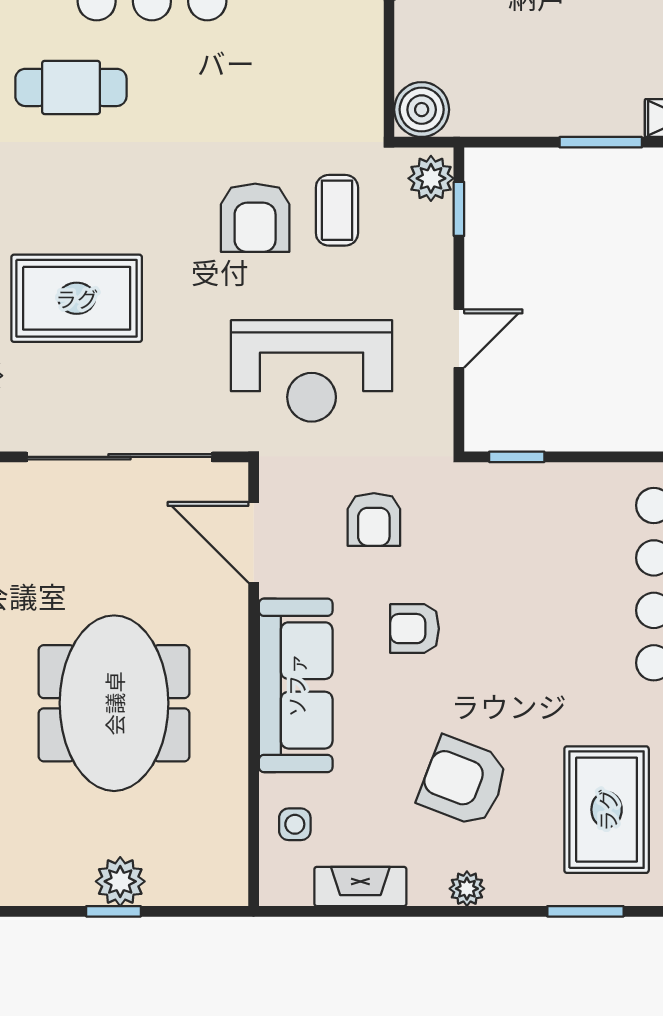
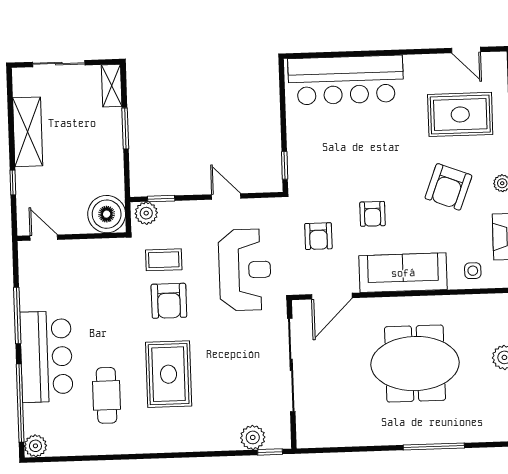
boiler: (422, 110) -> (107, 214), width x1.37, depth x1.37
armchair: (255, 218) -> (169, 301), turned 90
rug: (77, 298) -> (169, 374), moved
armchair: (374, 519) -> (318, 236), turned 90

